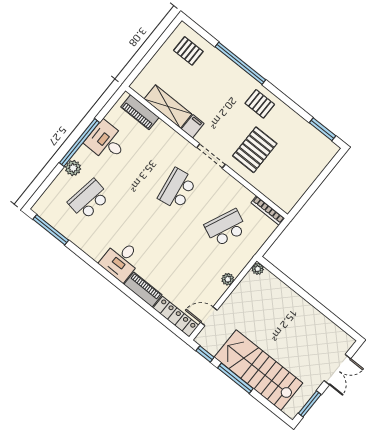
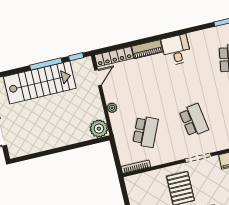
plant: (258, 269) -> (99, 129), width x1.87, depth x1.87

